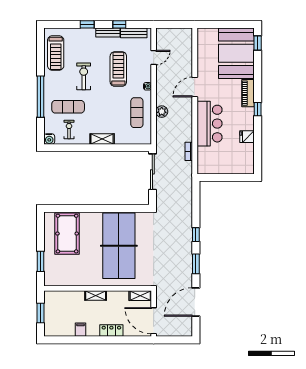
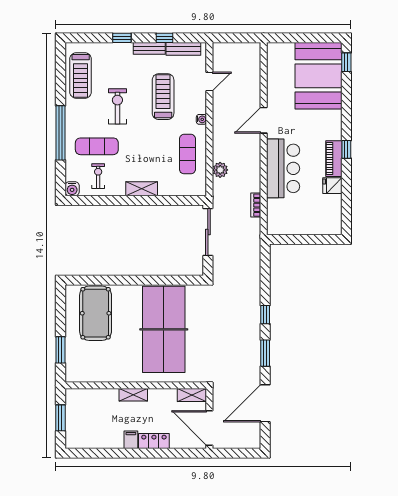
piano: (248, 93) -> (334, 159), moved
plant: (162, 112) -> (220, 170), moved
filing cabinet: (81, 330) -> (131, 440), moved

